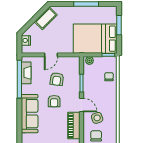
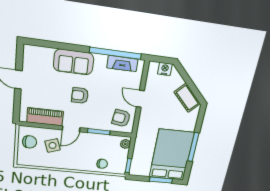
bed: (95, 39) -> (171, 155), moved
armchair: (57, 79) -> (121, 118), moved
sofa: (30, 114) -> (74, 62), width x0.73

